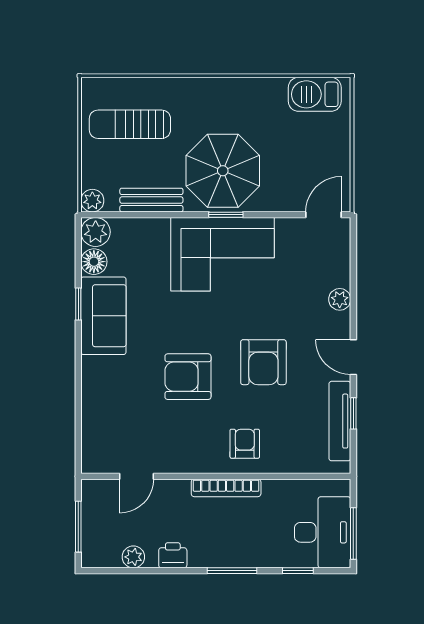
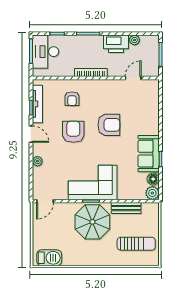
plant: (92, 201) -> (154, 208), removed
armchair: (245, 444) -> (72, 99), moved
printer: (173, 555) -> (116, 44), width x1.87, depth x1.48

